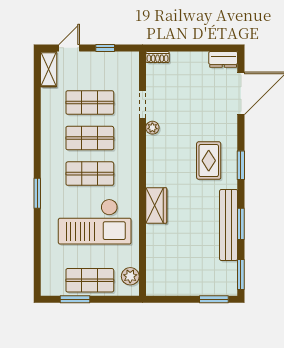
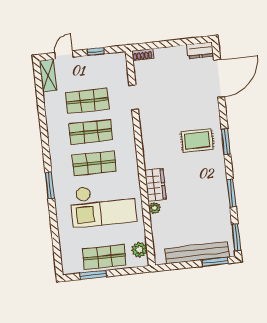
plant: (152, 128) -> (155, 208), moved
rug: (209, 161) -> (197, 140), turned 90
bench: (229, 225) -> (197, 253), moved, turned 90

